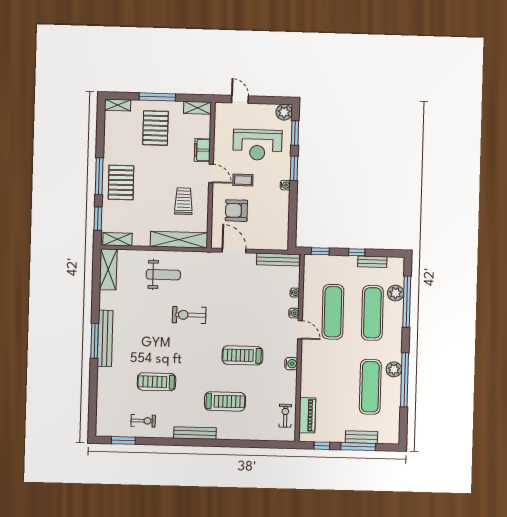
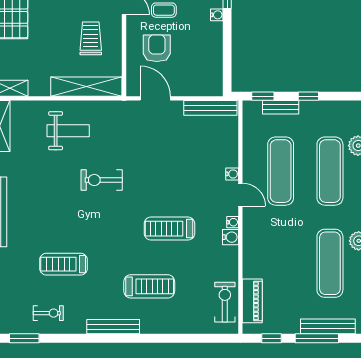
armchair: (236, 211) -> (157, 48), turned 90
bench: (372, 262) -> (281, 107), moved
water cooler: (295, 293) -> (233, 222), moved
exercise bike: (285, 416) -> (225, 302), width x1.38, depth x1.39
bench: (361, 437) -> (328, 326), width x1.36

